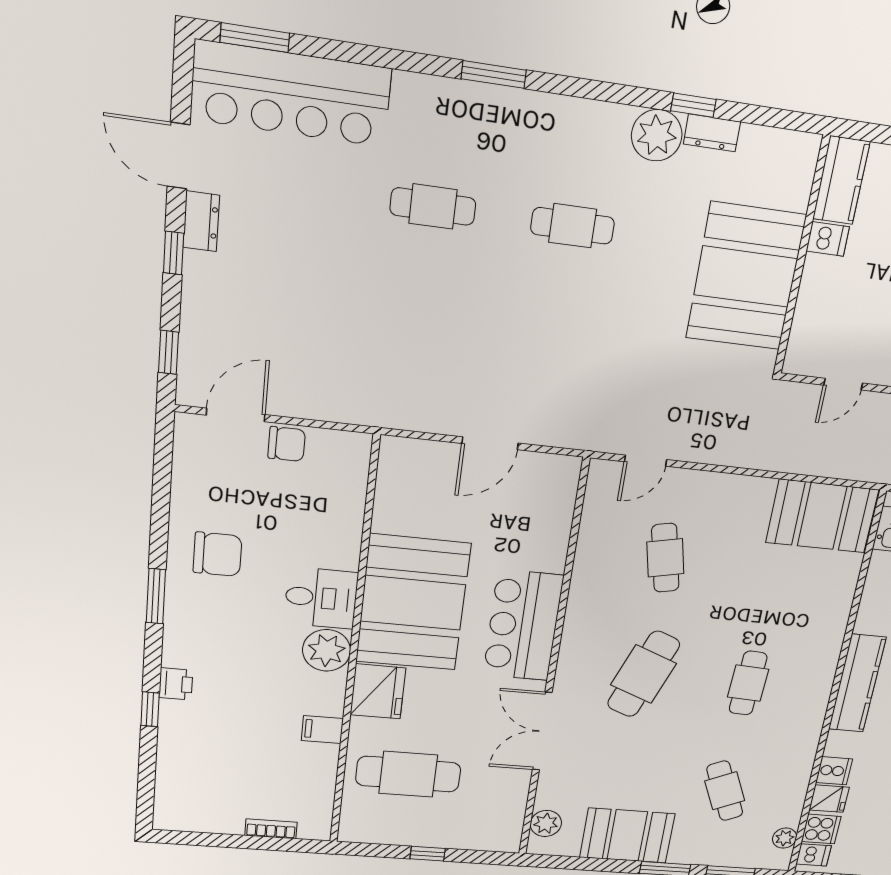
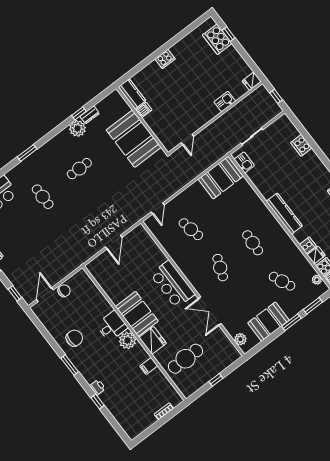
cafe table: (433, 207) -> (43, 197), turned 90
booth: (413, 603) -> (137, 314), width x0.73, depth x0.70
cafe table: (644, 674) -> (220, 268), width x0.73, depth x0.74

